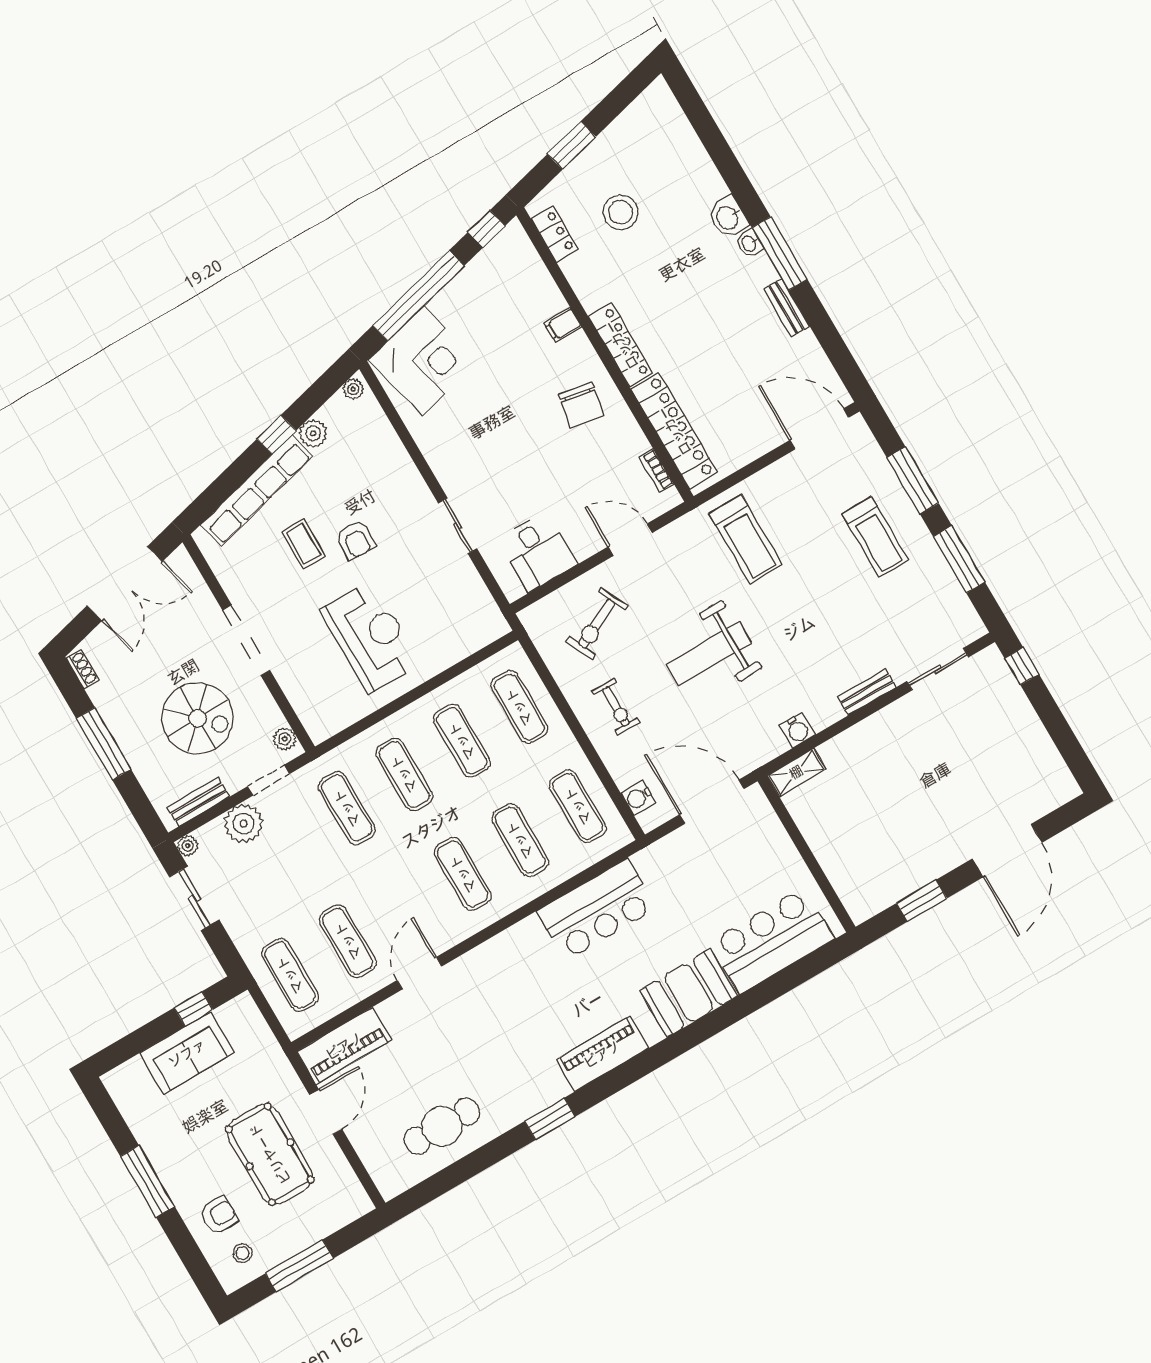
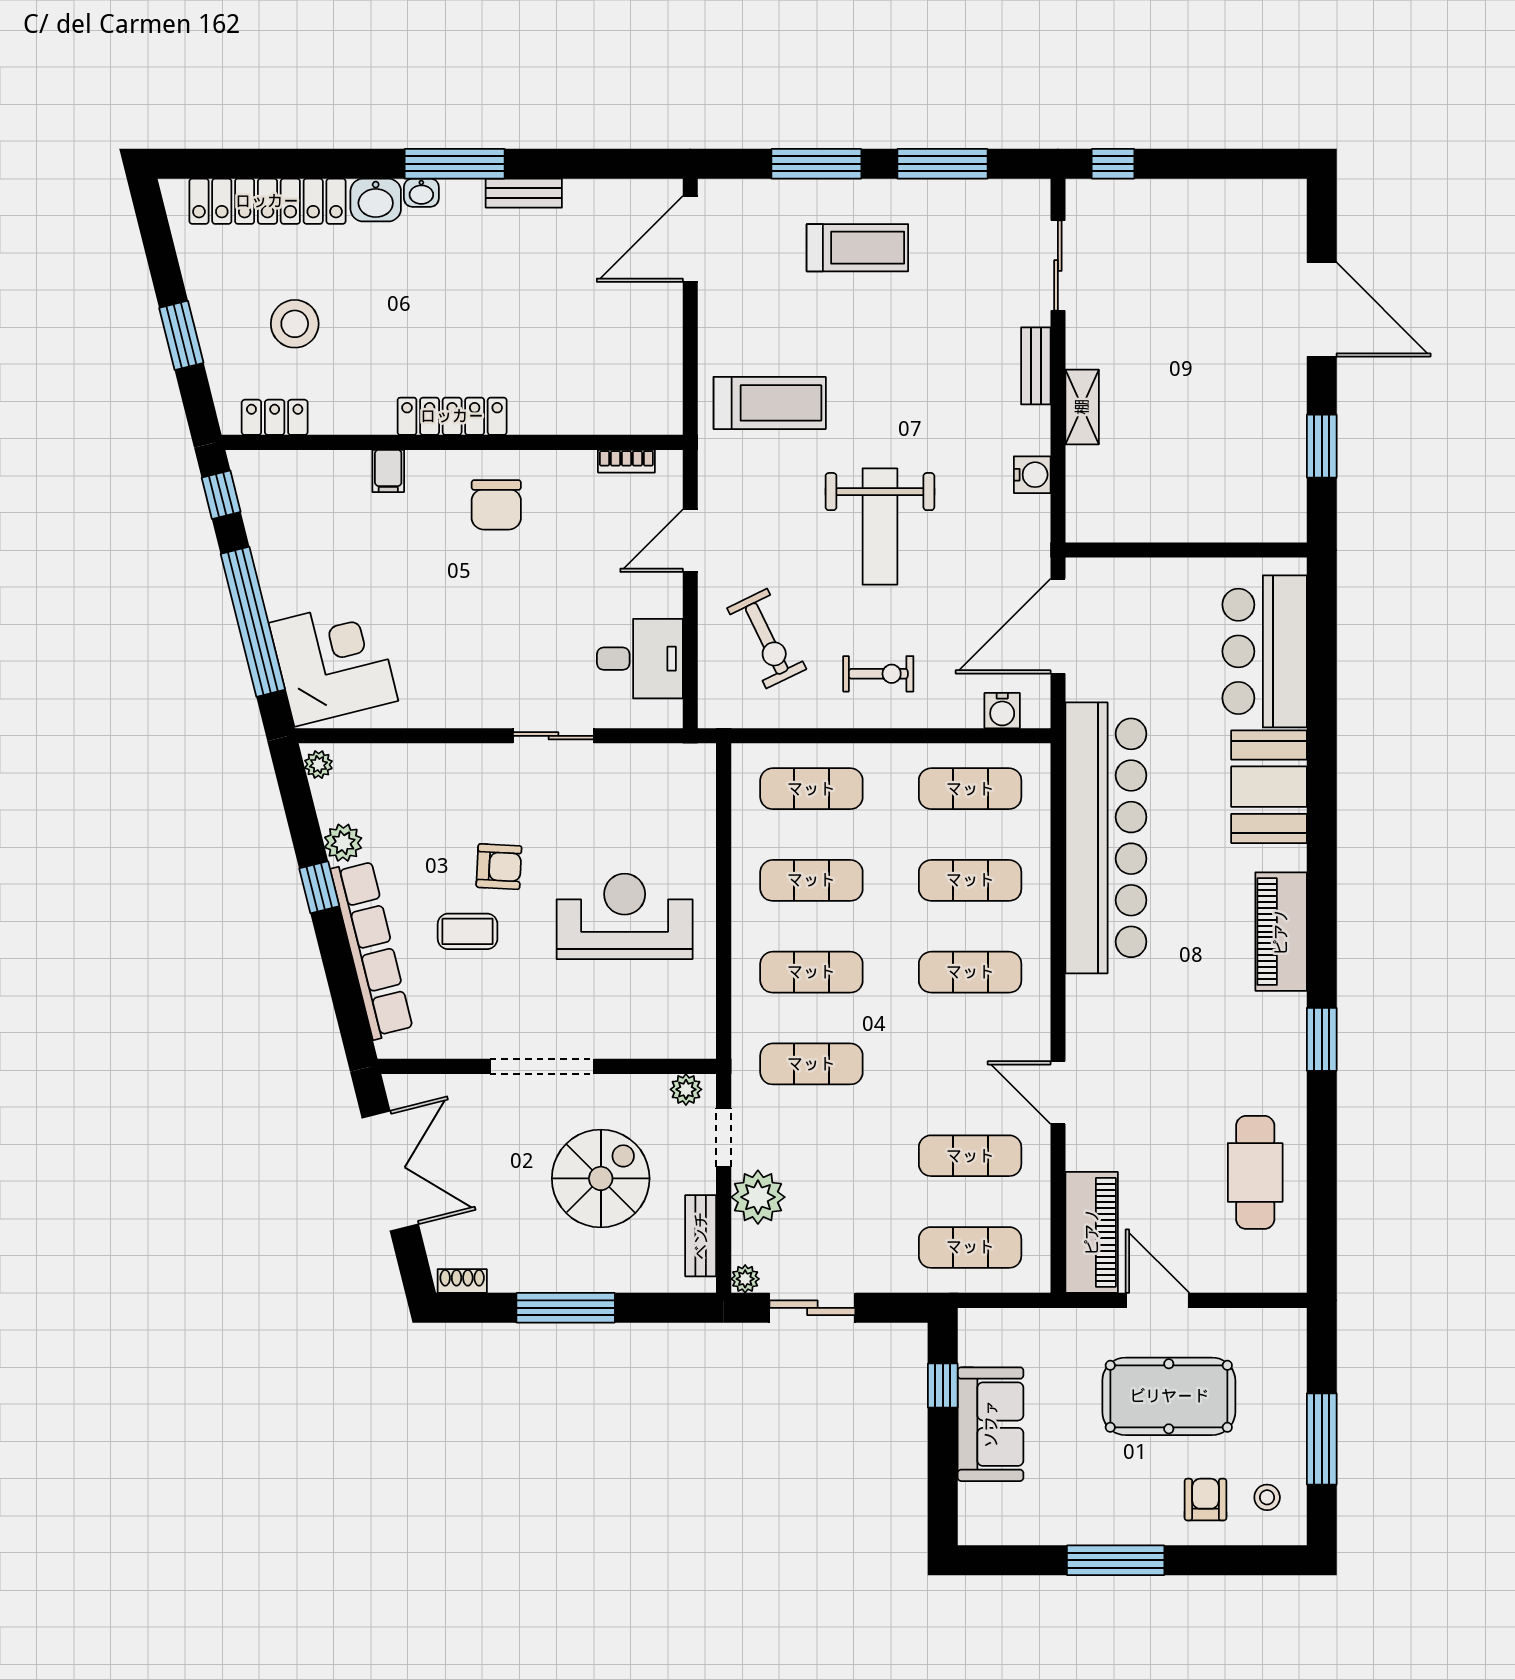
chair: (581, 405) -> (496, 505), turned 80
locker: (674, 431) -> (267, 201), moved, turned 180
shelving: (796, 772) -> (1082, 407), moved
bar counter: (597, 910) -> (1106, 838), width x1.86

